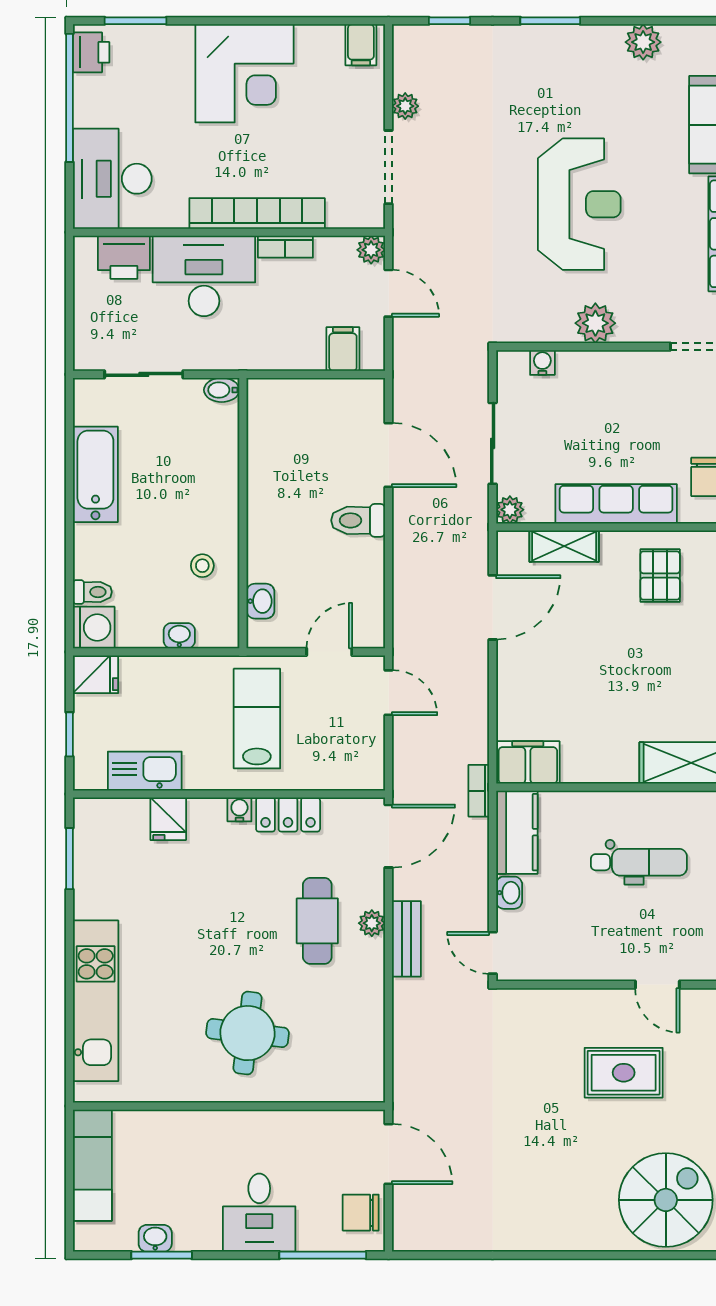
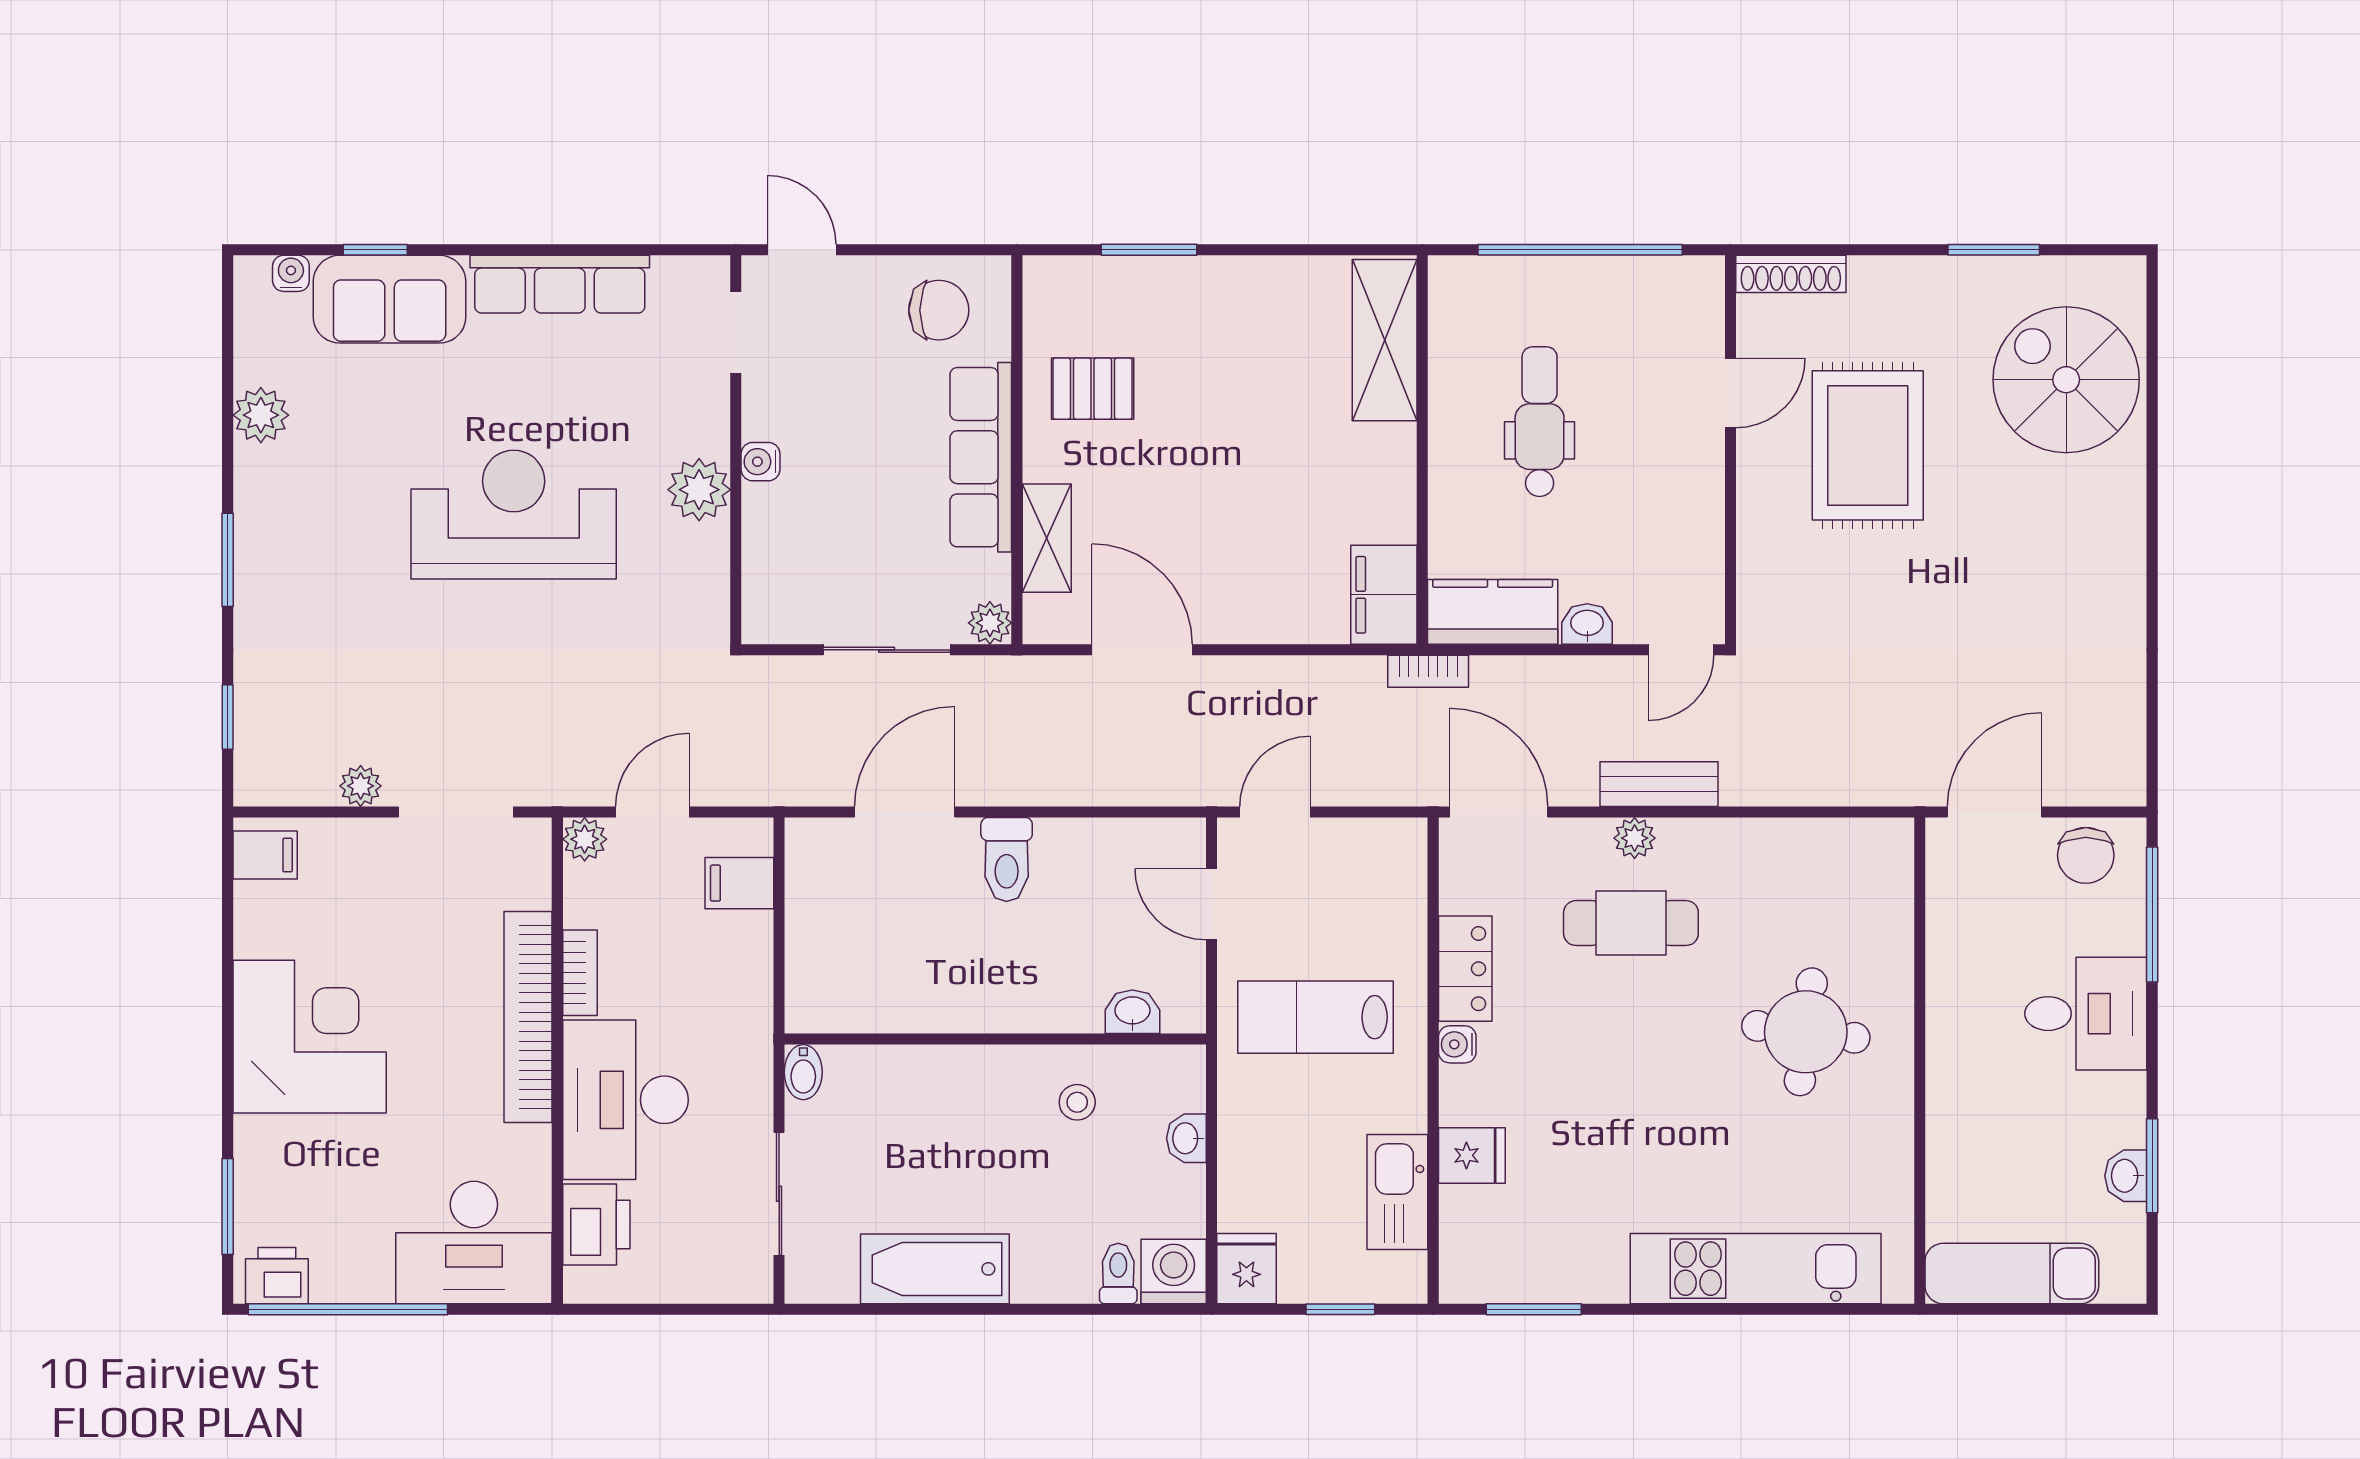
water cooler: (542, 363) -> (760, 462), moved
rug: (624, 1073) -> (1868, 445), width x1.36, depth x1.43

